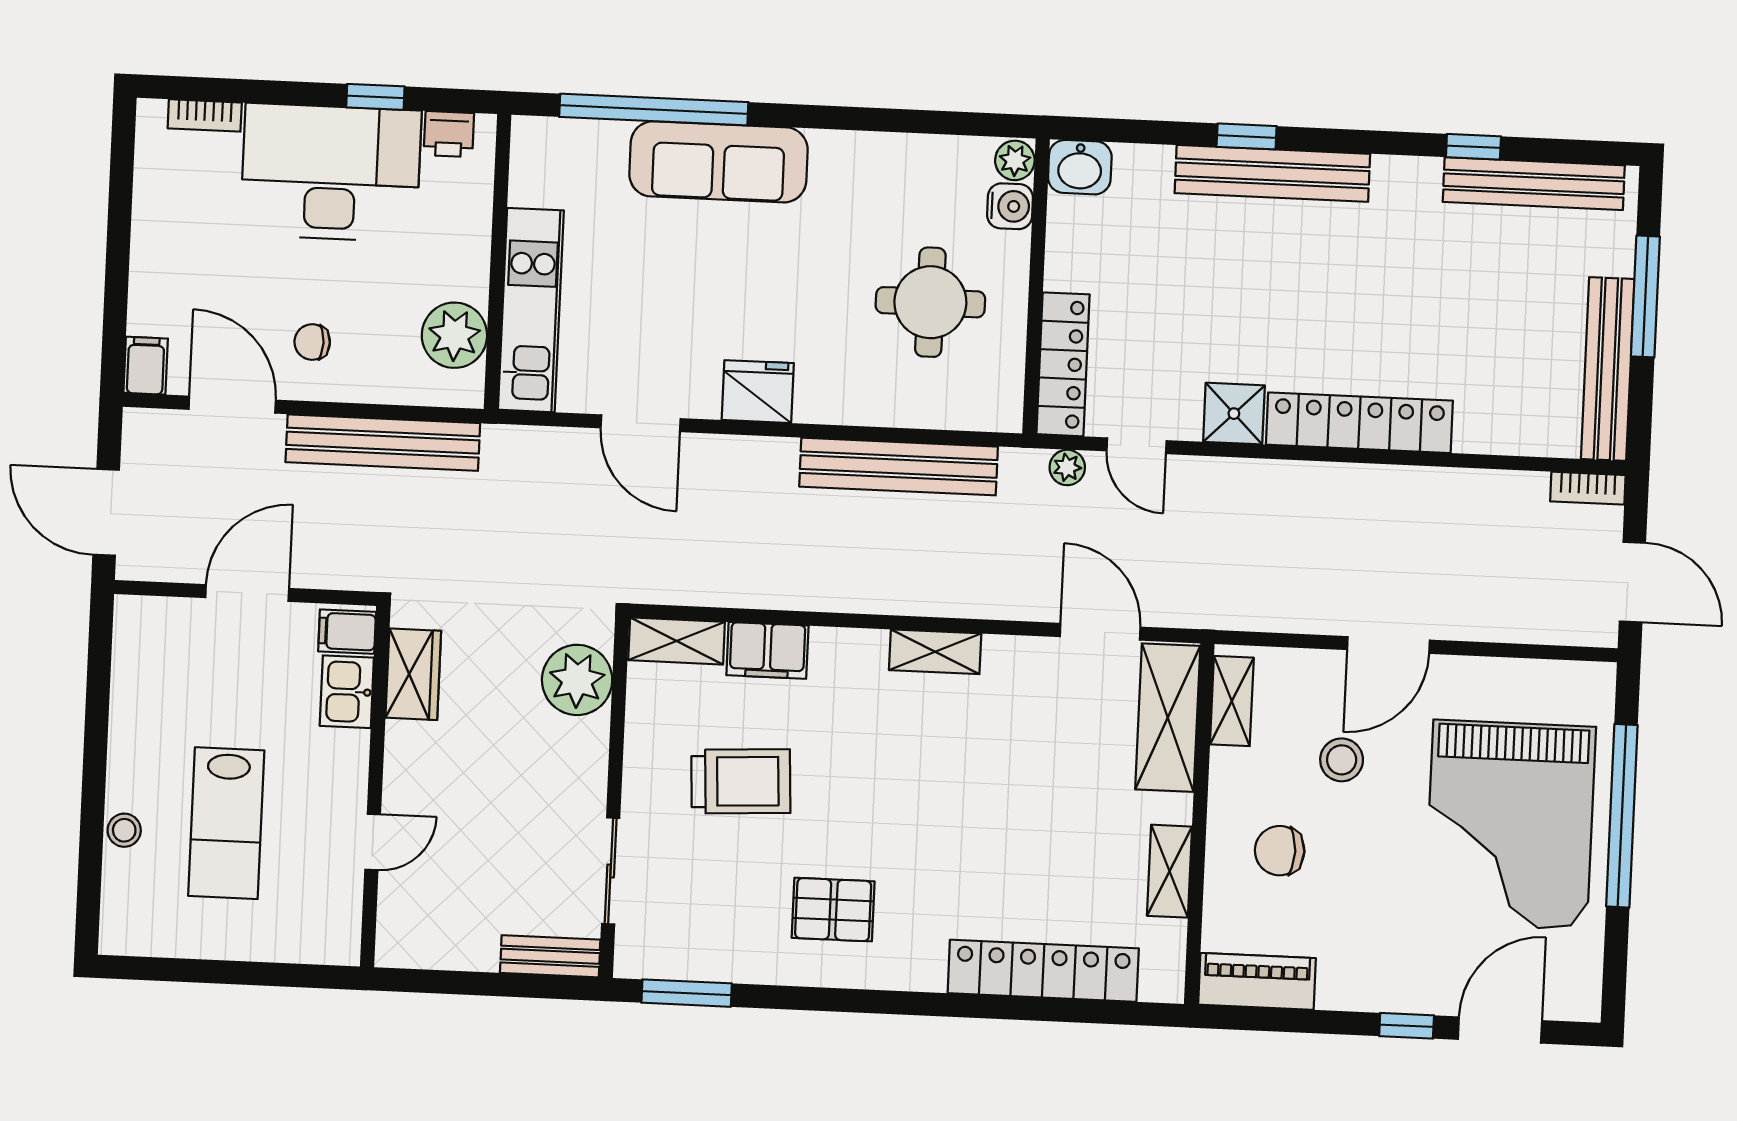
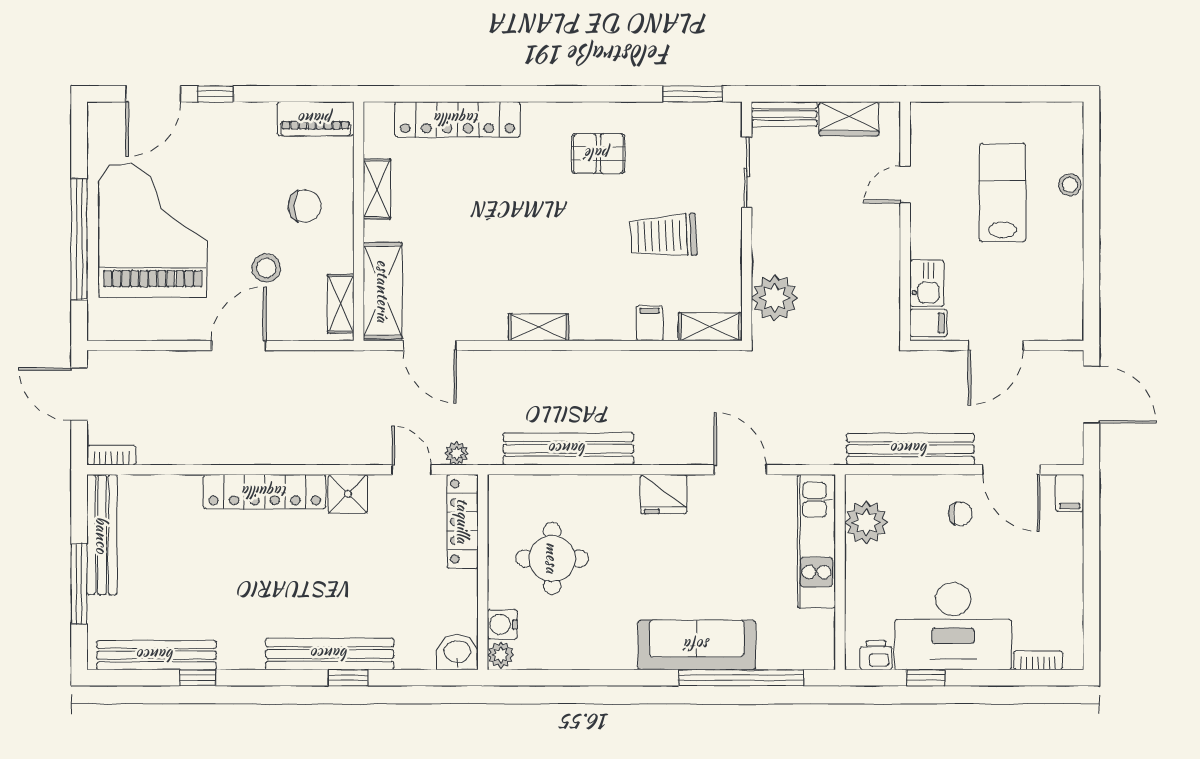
filing cabinet: (767, 650) -> (650, 323), width x0.50
wardrobe: (413, 674) -> (849, 119), moved, turned -90

